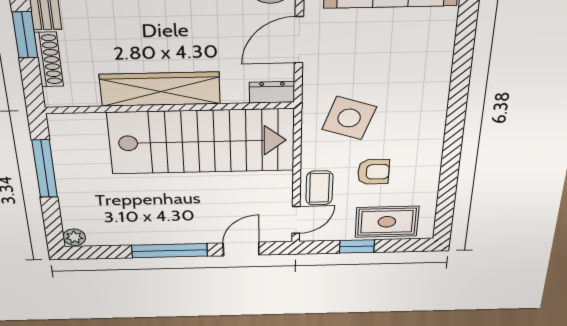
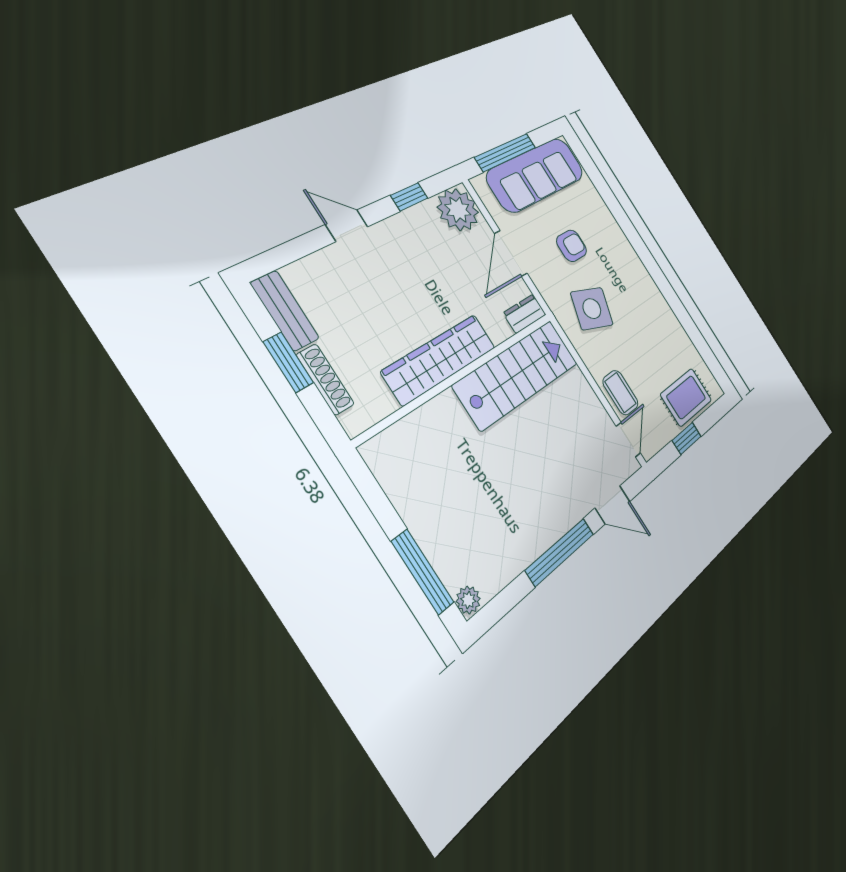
stairs: (202, 142) -> (517, 374), width x0.73, depth x0.66
window: (45, 169) -> (423, 572), moved
armchair: (373, 172) -> (572, 246), moved
door: (241, 249) -> (613, 505), swing flipped

